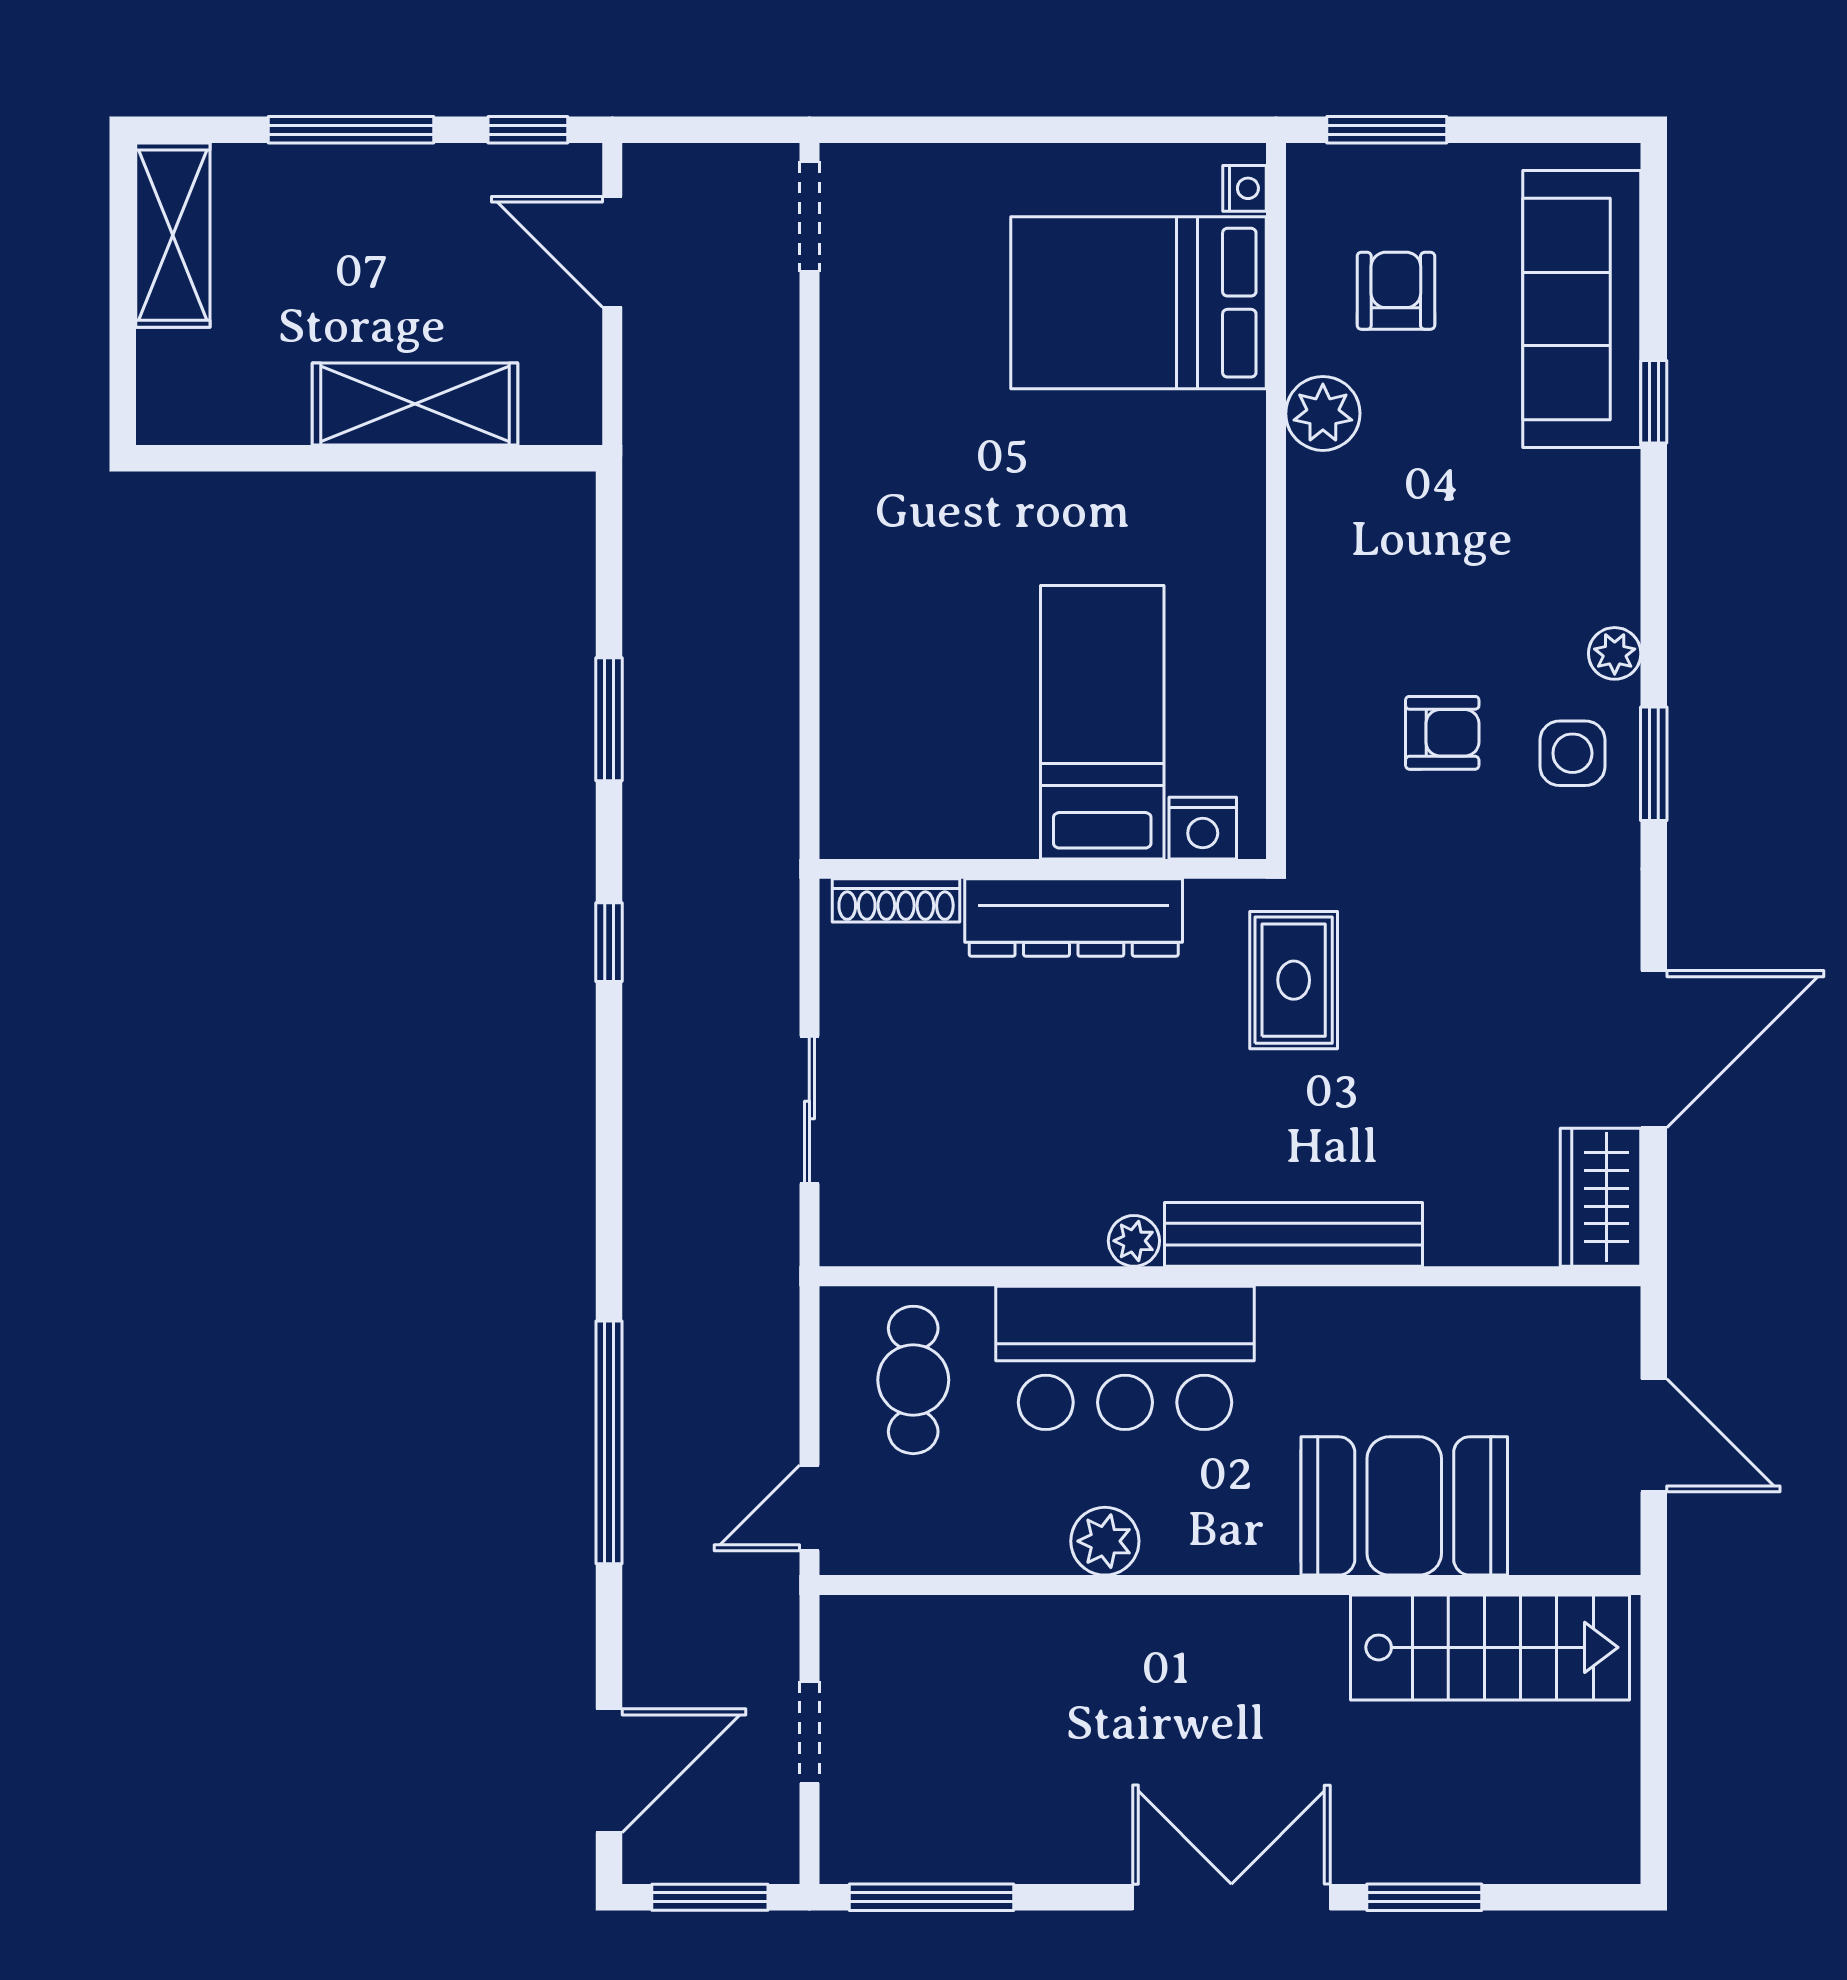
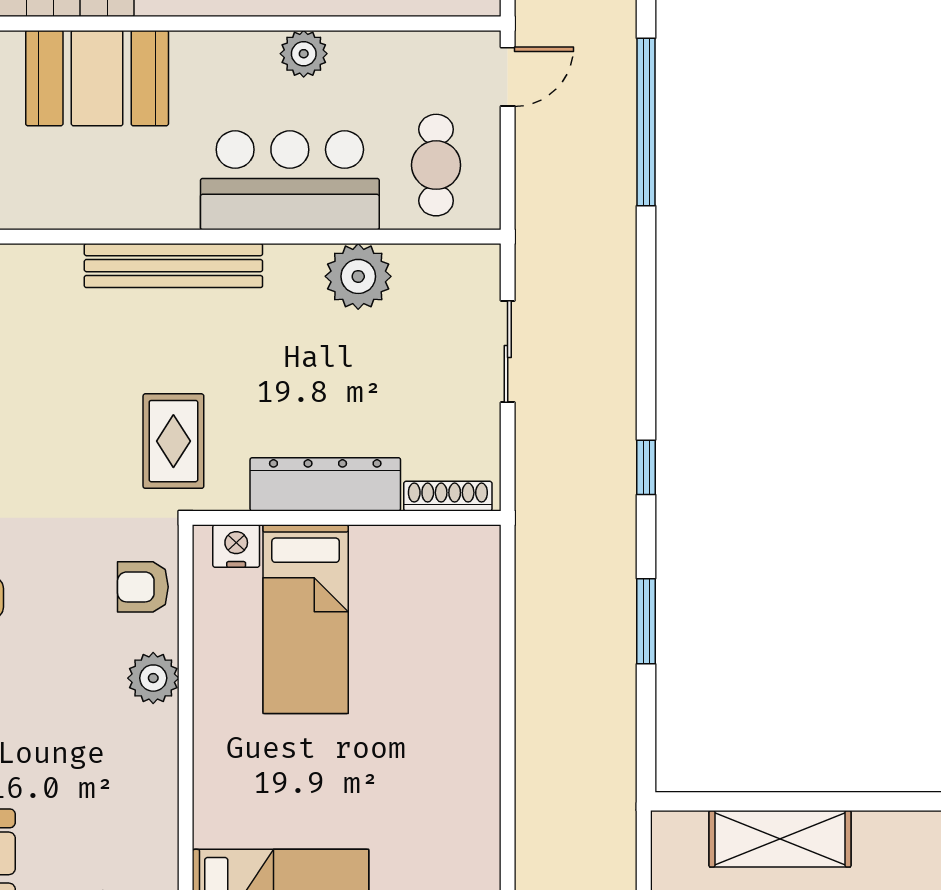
plant: (1323, 413) -> (153, 678), moved
armchair: (1442, 733) -> (143, 587), moved
plant: (1134, 1241) -> (358, 276), moved, width x1.87, depth x1.87

